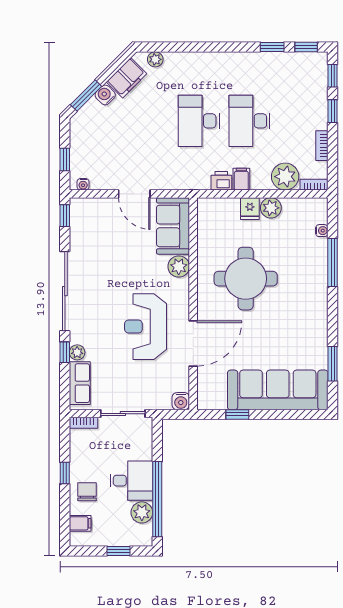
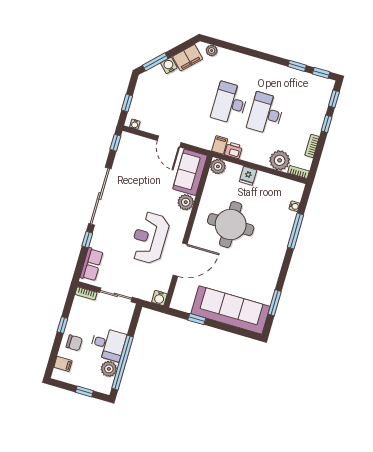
filing cabinet: (241, 179) -> (220, 145), moved
plant: (271, 208) -> (218, 166), moved
plant: (77, 352) -> (96, 242), removed
chair: (87, 492) -> (74, 343), turned 90

